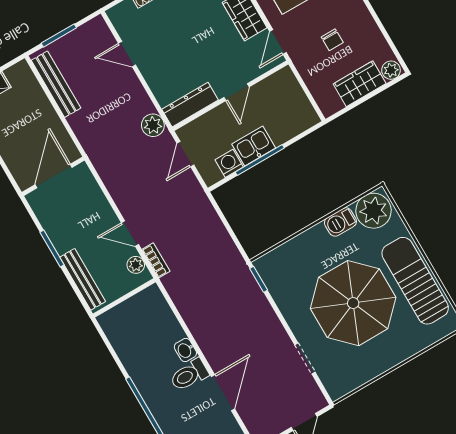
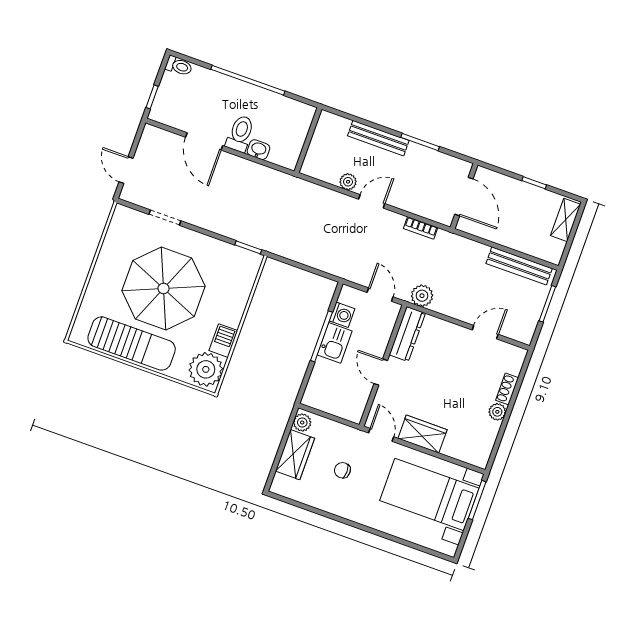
plant: (391, 70) -> (302, 422), moved
bookcase: (156, 260) -> (421, 228), moved
wall: (124, 298) -> (308, 140), moved

